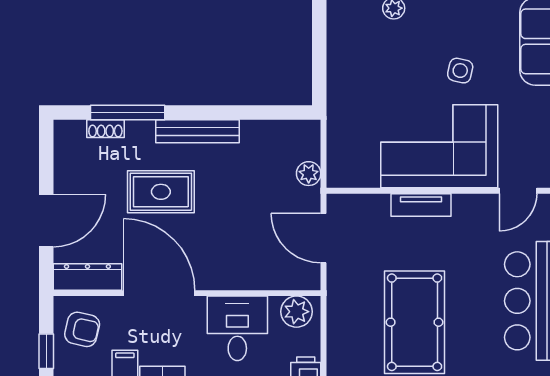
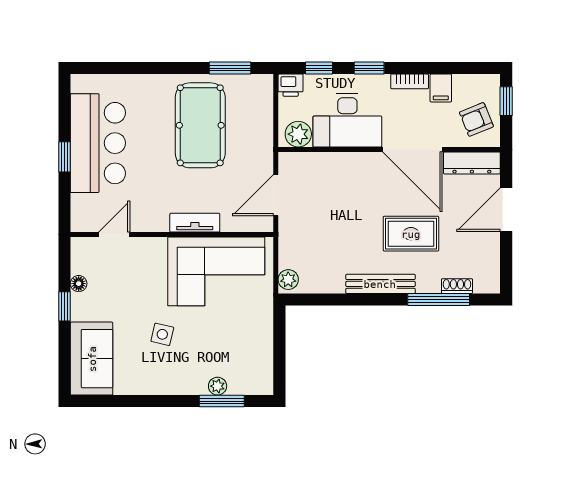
corner sofa: (439, 146) -> (216, 271), moved
plant: (309, 174) -> (288, 280), moved
door: (323, 238) -> (276, 195), swing flipped
desk: (237, 328) -> (347, 120), width x1.37
armchair: (82, 329) -> (476, 119), turned -35

